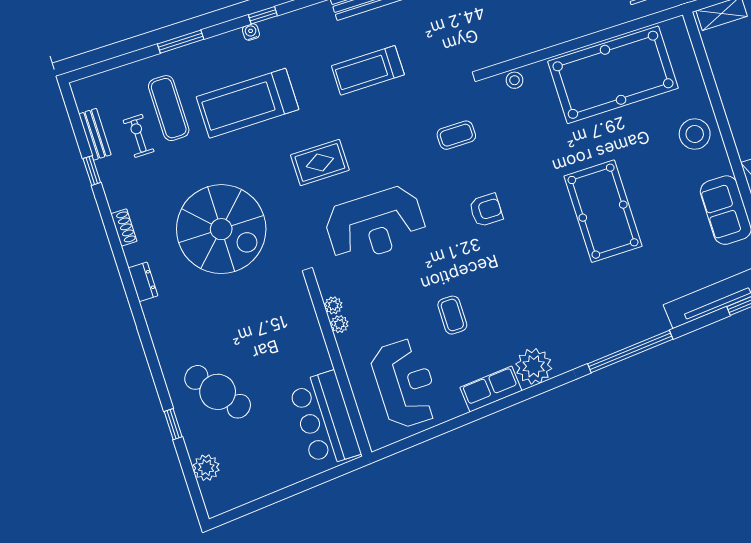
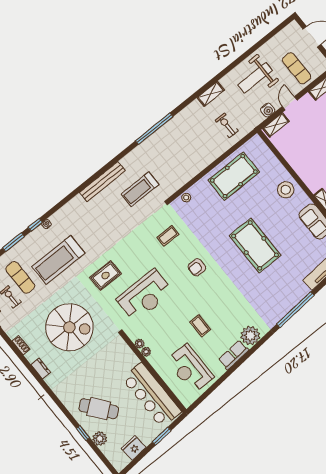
window: (263, 15) -> (35, 225), moved
treadmill: (368, 70) -> (140, 189), moved
pool table: (613, 75) -> (234, 176), width x0.73, depth x0.76
armchair: (486, 210) -> (197, 267), turned 180
reception desk: (405, 383) -> (190, 369), turned 180
bar counter: (325, 419) -> (152, 395), width x1.36
plant: (206, 468) -> (100, 439), moved
window: (309, 483) -> (162, 436), added
fridge: (252, 485) -> (134, 448), added

